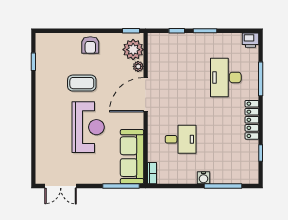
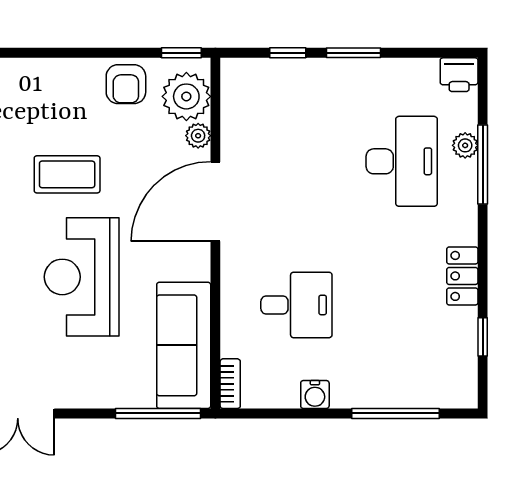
armchair: (90, 45) -> (126, 84), moved
plant: (253, 71) -> (465, 145), added
desk: (226, 77) -> (402, 161), turned 180
locker: (252, 120) -> (462, 276), width x0.66
reception desk: (88, 127) -> (82, 277), turned 180
water cooler: (203, 178) -> (315, 395), moved

